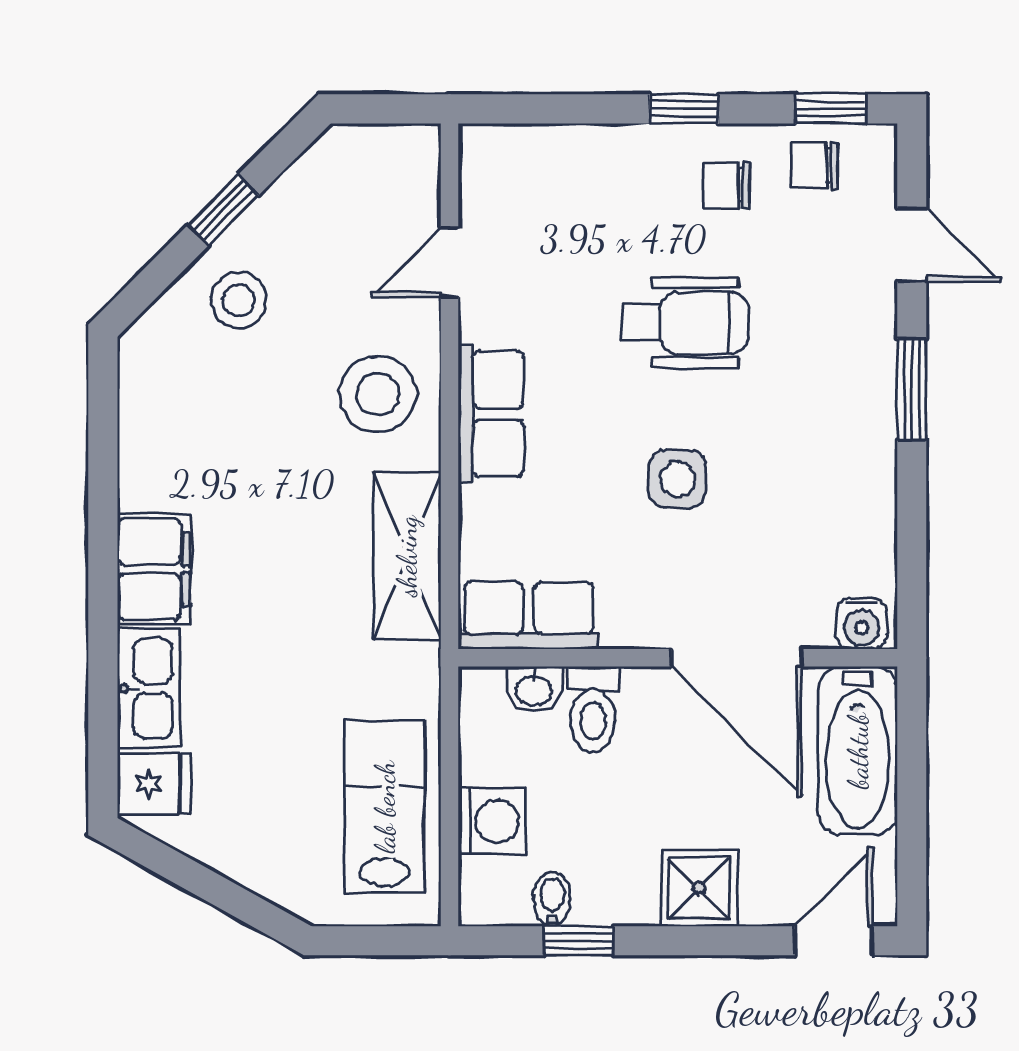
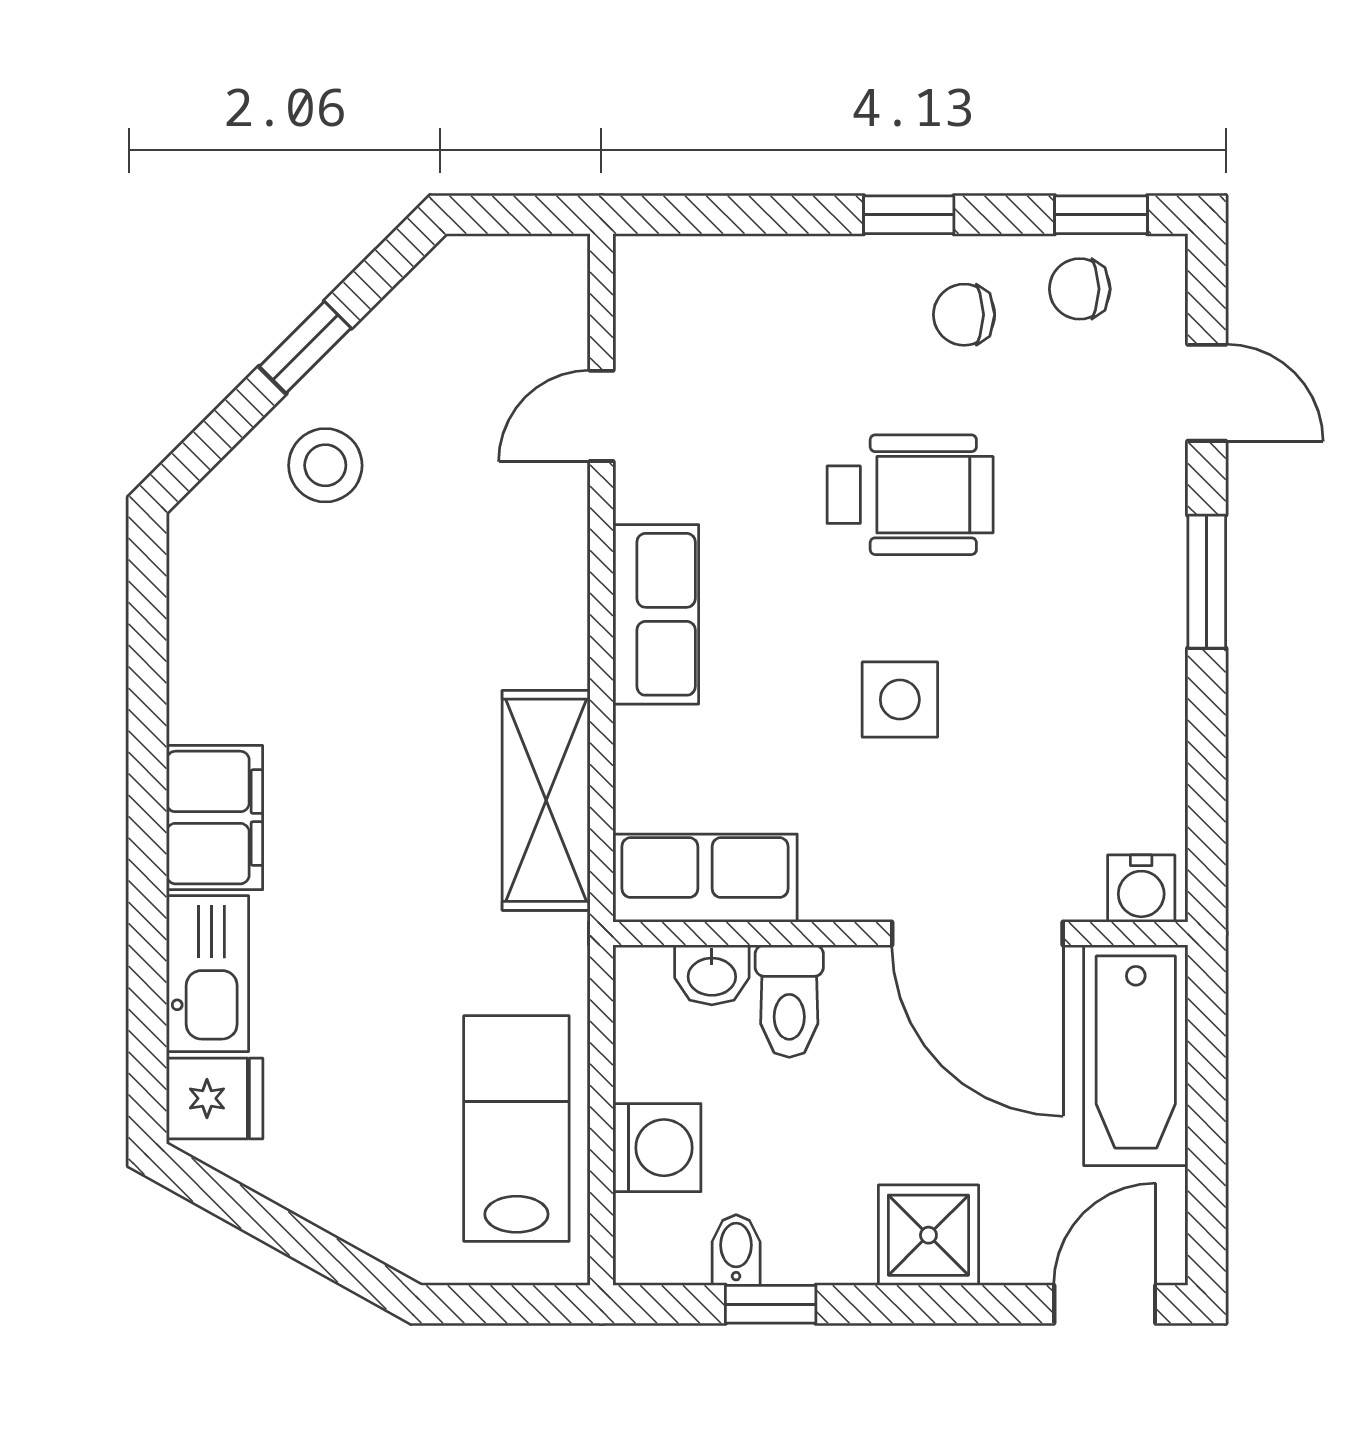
stool: (378, 394) -> (507, 589), removed

